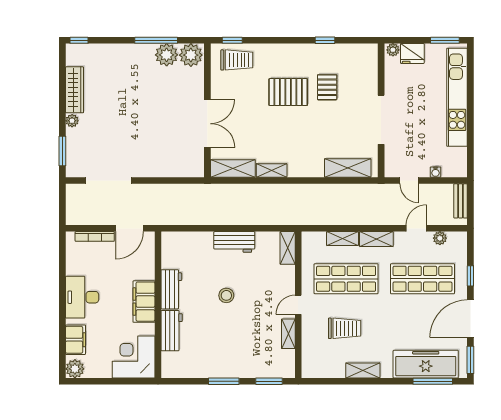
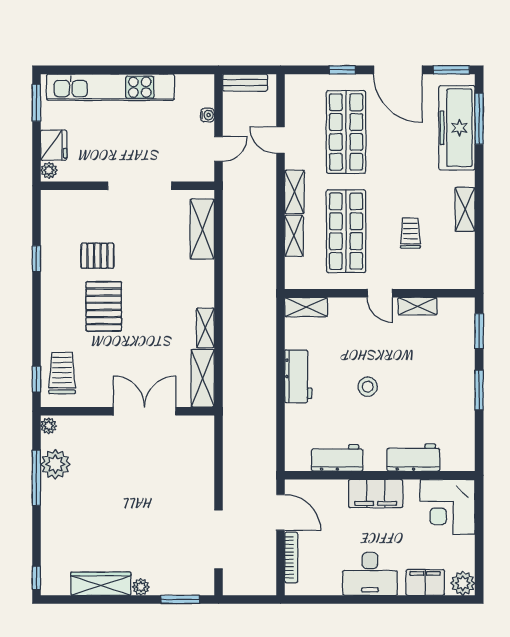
plant: (191, 55) -> (49, 426), width x0.53, depth x0.53
plant: (440, 238) -> (293, 109), removed
workbench: (171, 289) -> (337, 458), moved
trolley: (345, 328) -> (410, 233), width x0.73, depth x0.72

